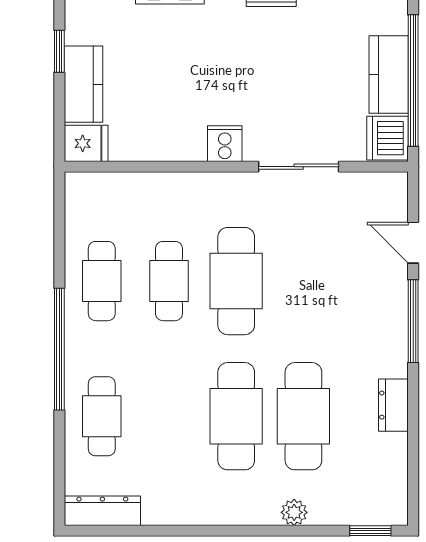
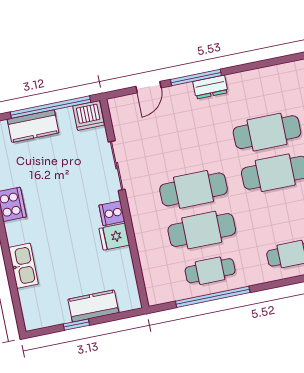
kitchen counter: (389, 75) -> (33, 126), moved
fridge: (86, 143) -> (114, 237), moved, turned -90
cafe table: (169, 281) -> (202, 230), width x1.37, depth x1.35
window: (59, 349) -> (213, 297), moved
dresser: (393, 405) -> (210, 87), moved

